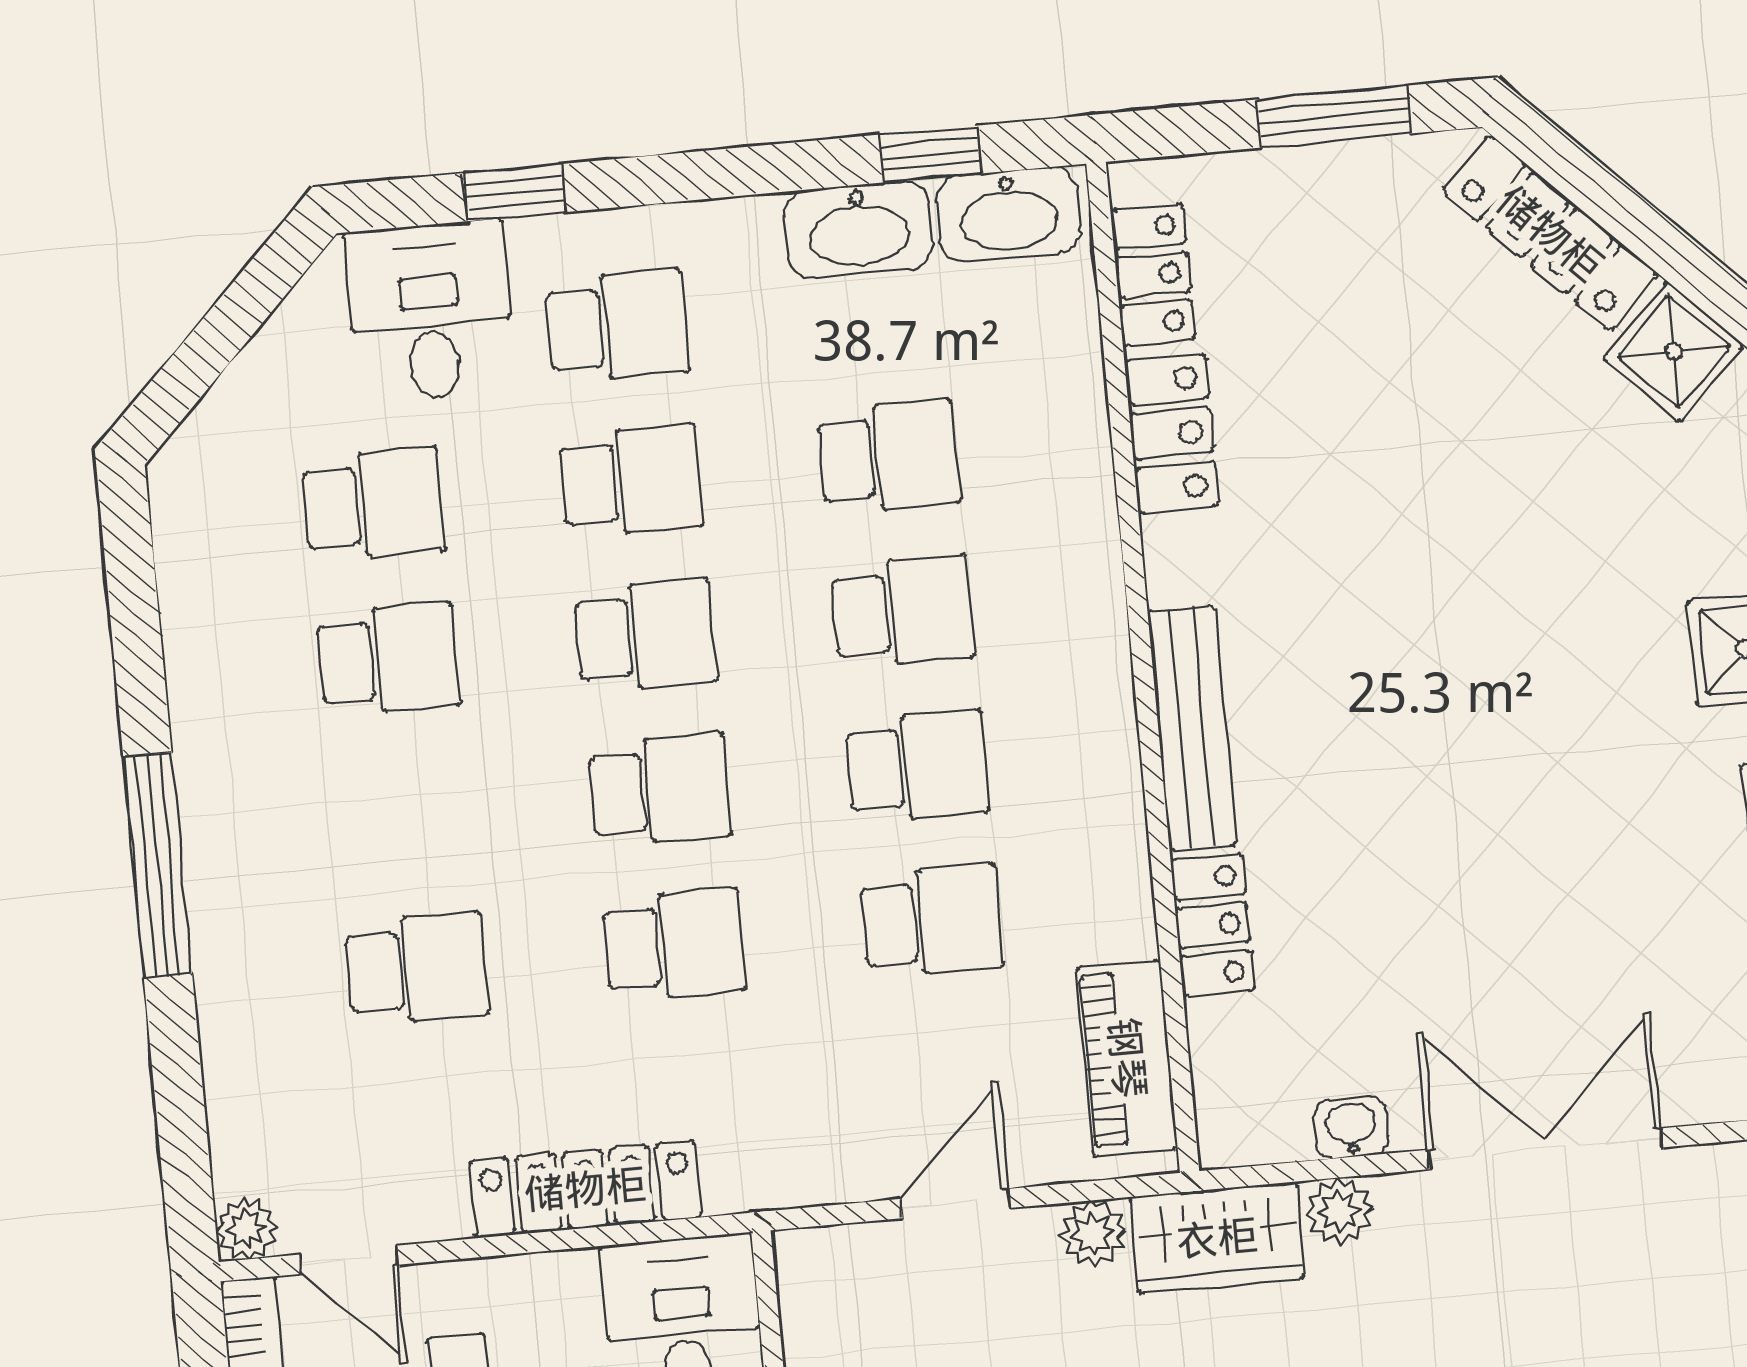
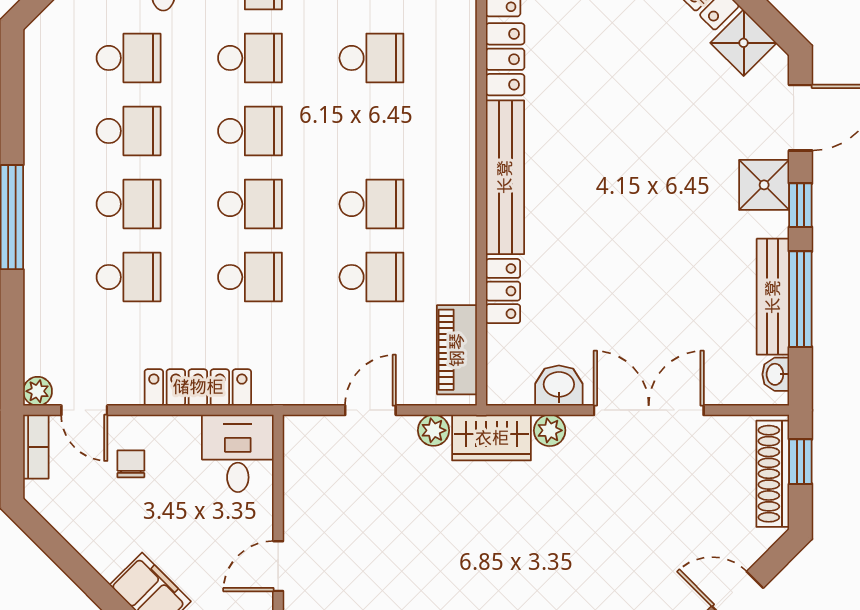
school desk: (903, 612) -> (129, 204), moved
bench: (1192, 728) -> (505, 177), width x1.37, depth x1.21
washbasin: (1351, 1127) -> (559, 386), width x1.38, depth x1.45

